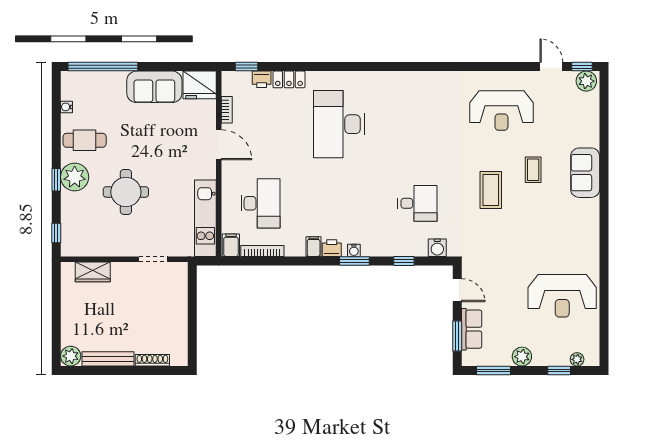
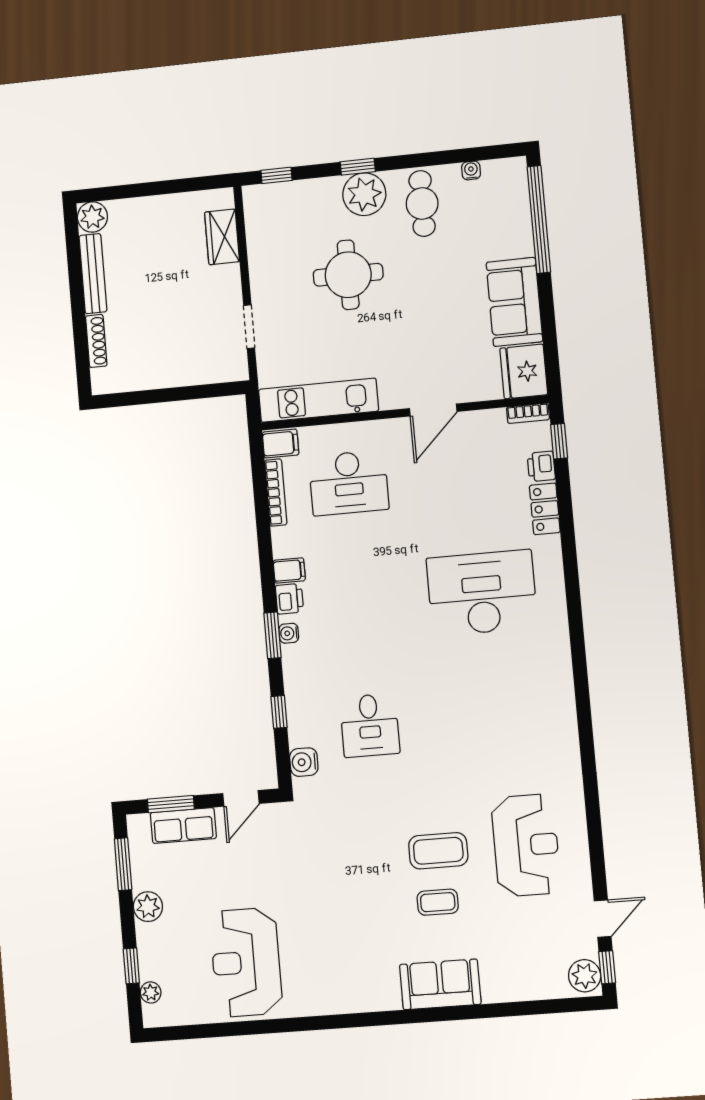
bookcase: (227, 110) -> (528, 413), moved
reception desk: (501, 111) -> (526, 845), turned 180
coffee table: (491, 190) -> (438, 851), moved

